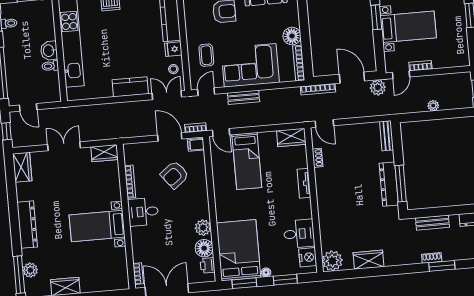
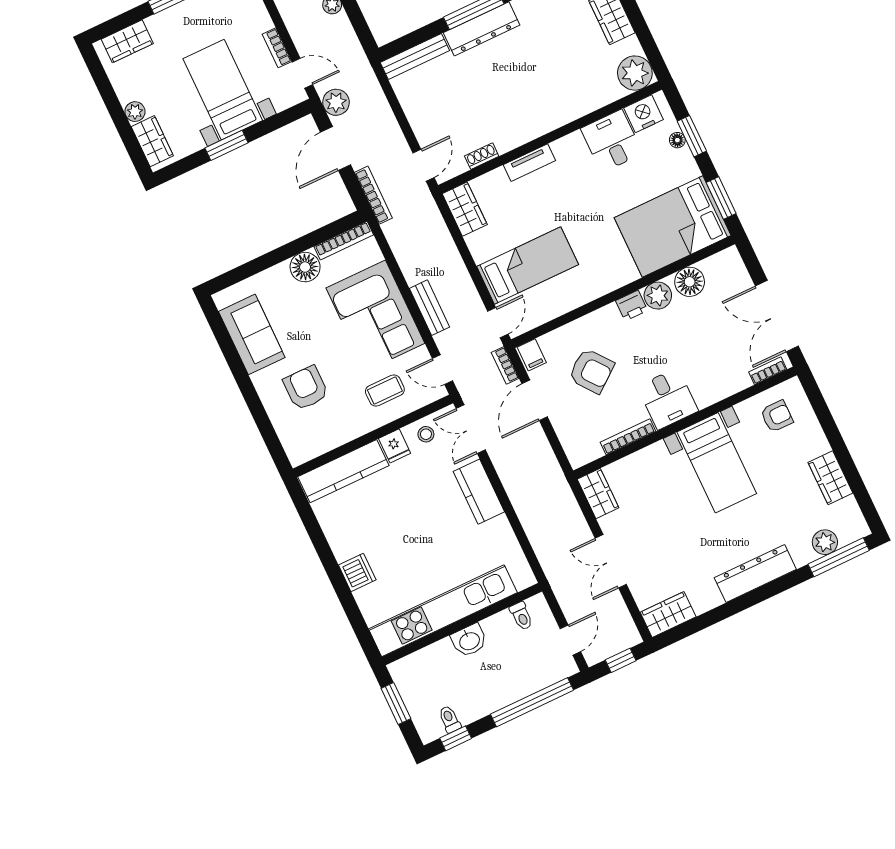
toilet: (50, 66) -> (521, 616), moved
bench: (387, 136) -> (415, 57), width x1.36
printer: (208, 265) -> (632, 306), moved
armchair: (111, 269) -> (777, 416), added
floor lamp: (266, 272) -> (677, 140), moved

